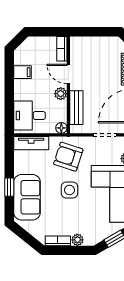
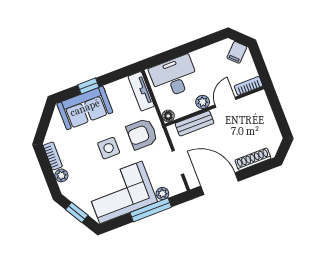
filing cabinet: (22, 72) -> (237, 52), moved, turned 45
desk: (29, 116) -> (174, 77), width x1.37
armchair: (68, 157) -> (142, 134), turned -108

